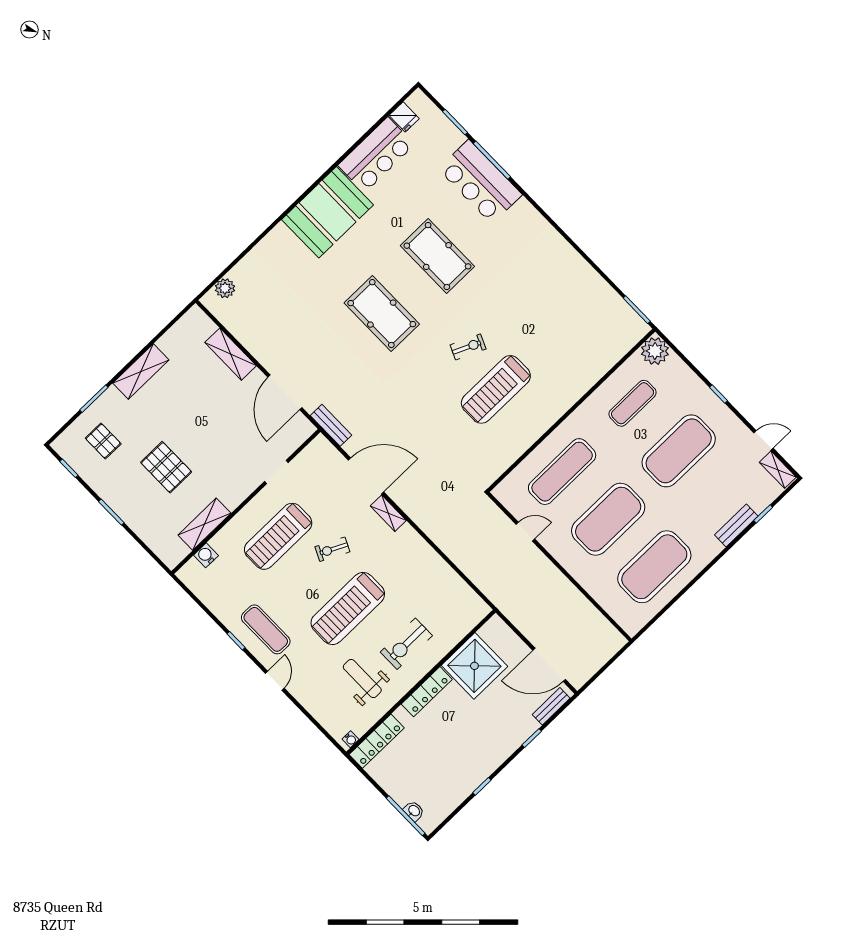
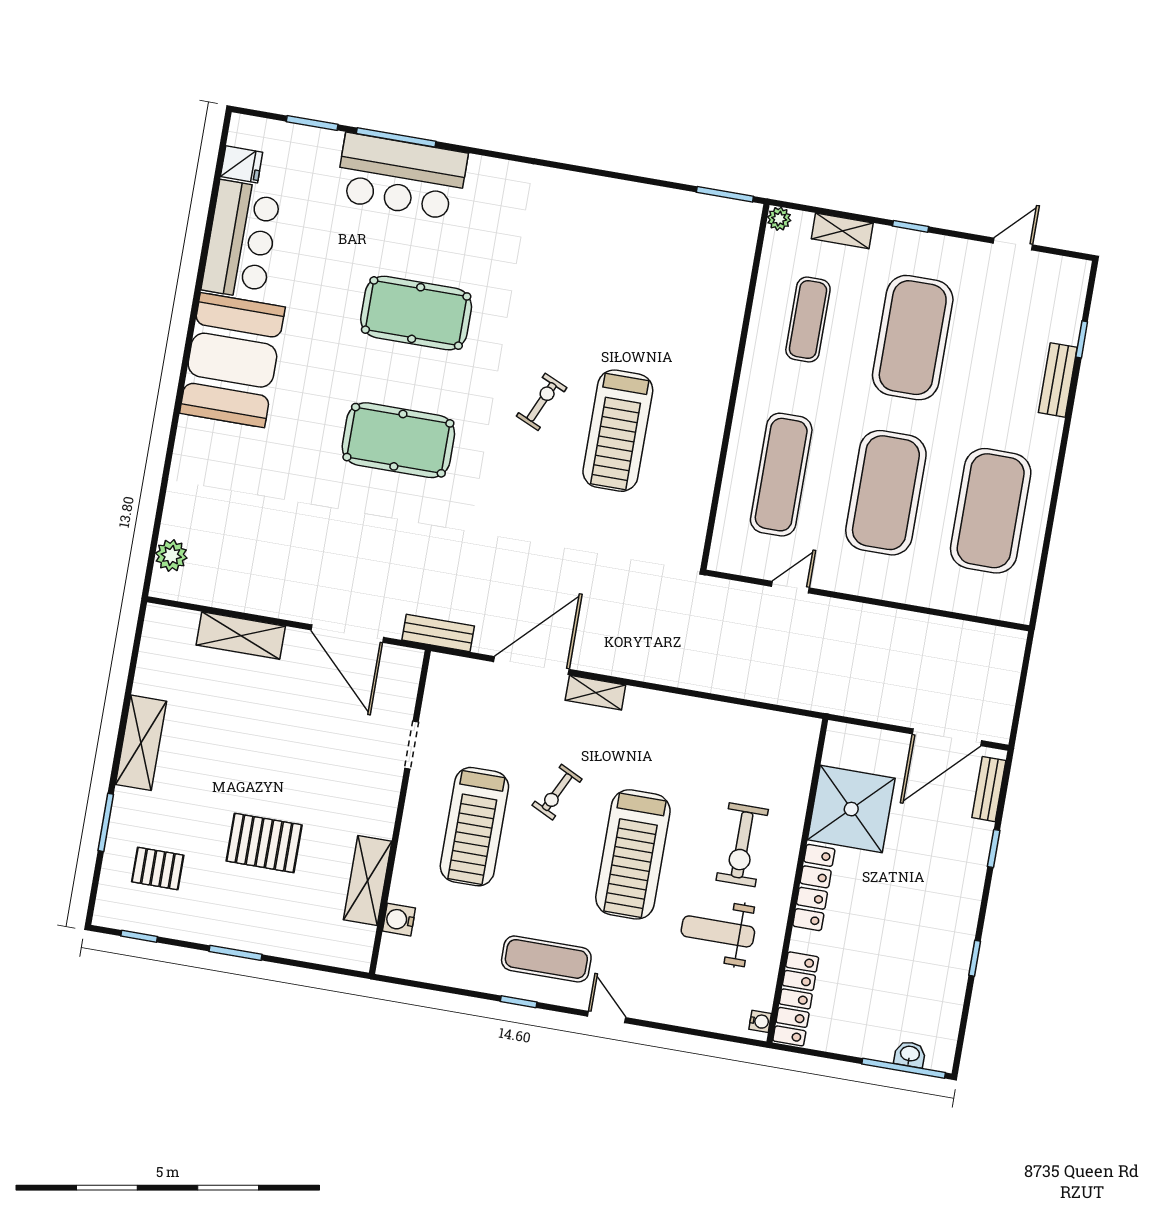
plant: (655, 351) -> (779, 219), width x0.53, depth x0.53
shelving: (778, 470) -> (842, 231), moved

